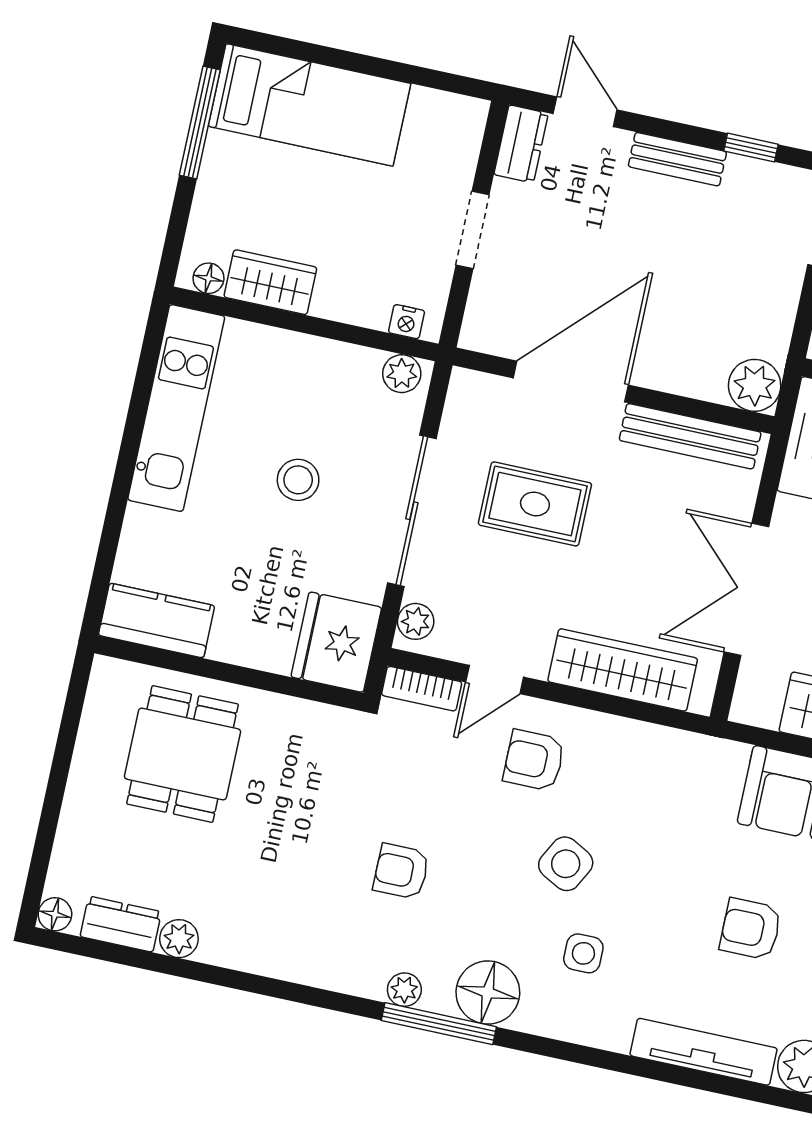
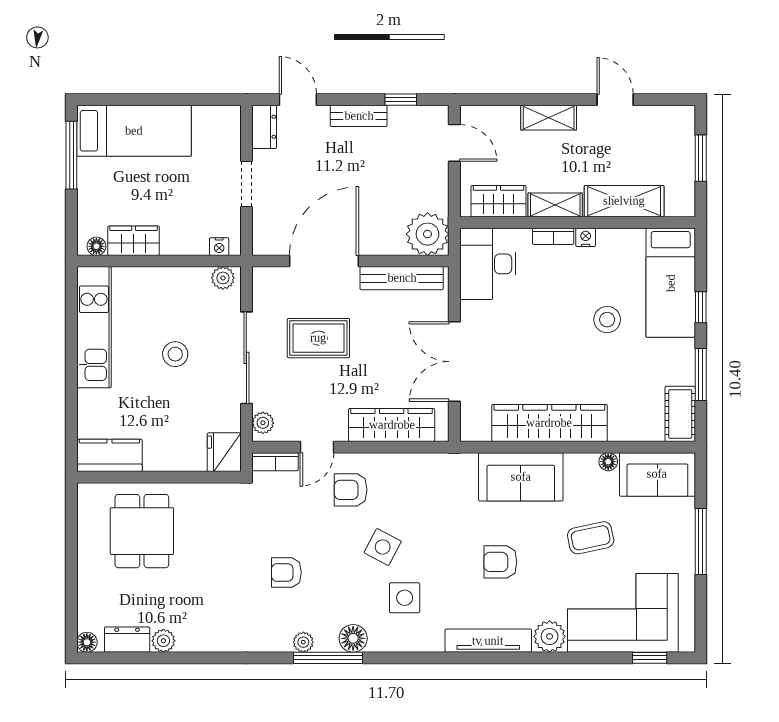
plant: (755, 385) -> (428, 234), width x1.36, depth x1.36
fridge: (336, 642) -> (224, 452), width x0.73, depth x0.75
side table: (583, 953) -> (405, 598), width x1.37, depth x1.37
floor lamp: (488, 992) -> (353, 638), width x0.73, depth x0.73

